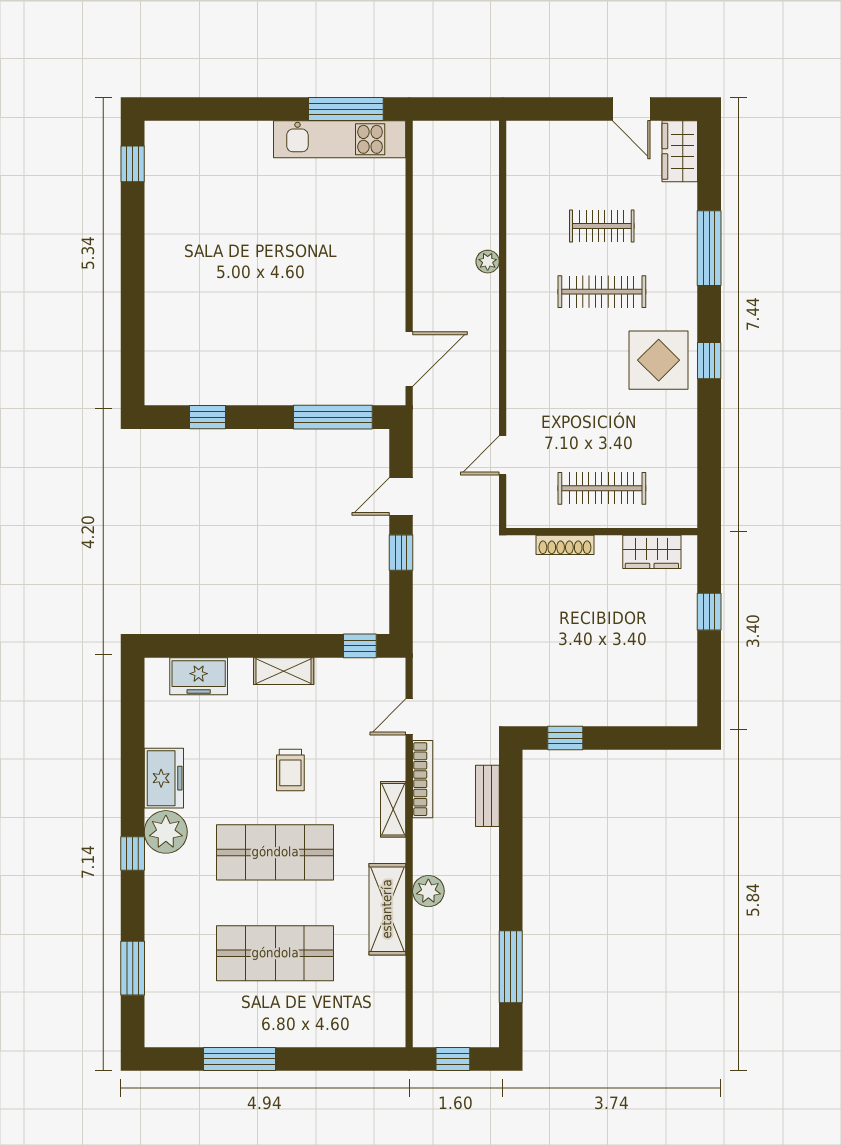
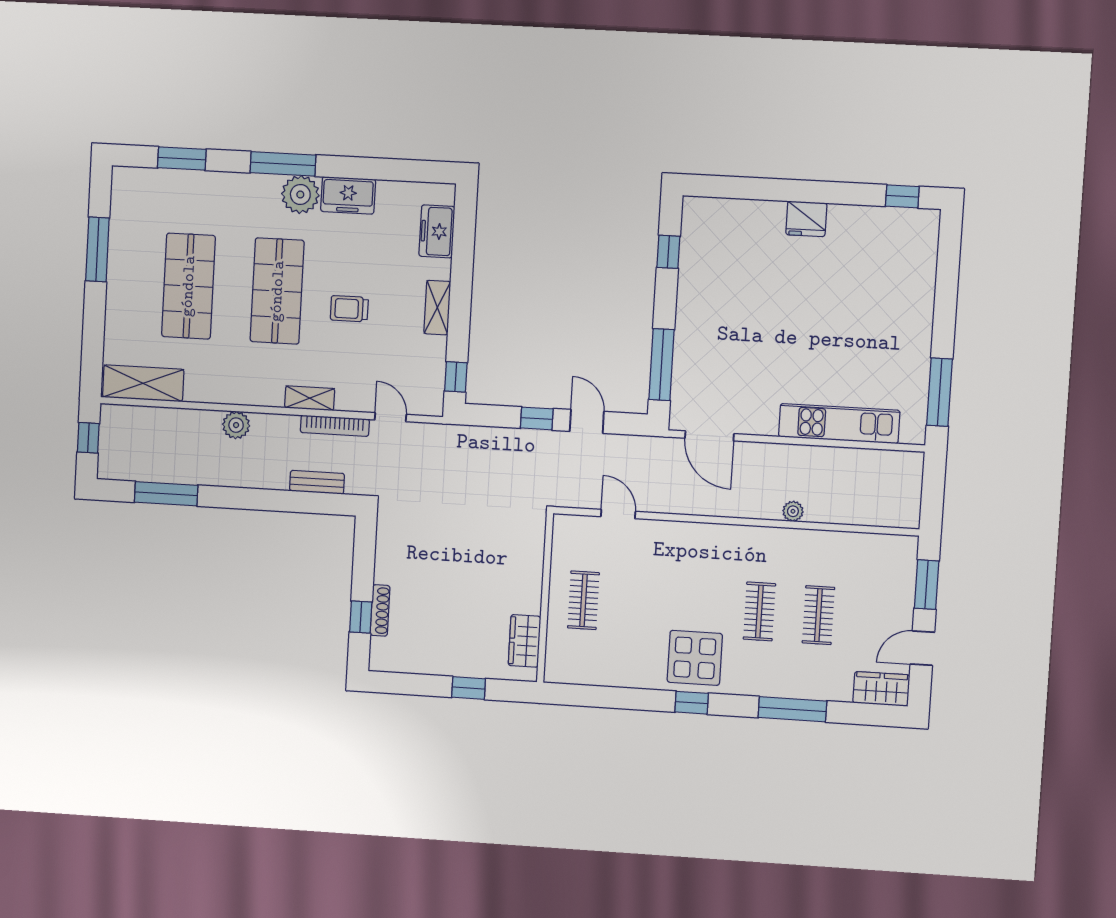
window: (560, 109) -> (927, 585), added
kitchen unit: (340, 139) -> (839, 424), moved, turned 90
fridge: (163, 267) -> (806, 219), added
clothes rail: (602, 292) -> (759, 611), width x0.73
clothes rail: (602, 488) -> (583, 600), width x0.73
shoe rack: (565, 545) -> (380, 610), moved, turned 180
window: (565, 738) -> (361, 617), moved
window: (133, 853) -> (283, 164), width x2.17
shelving: (387, 909) -> (143, 383), moved

